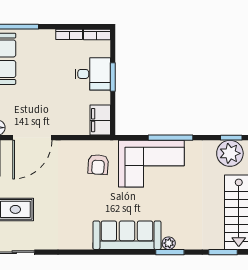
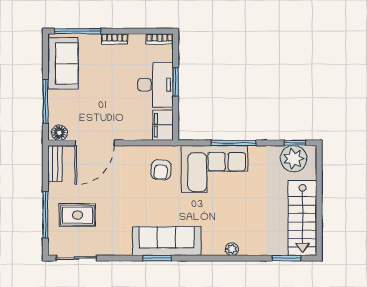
bookcase: (69, 34) -> (115, 39), moved
desk: (93, 74) -> (155, 85), width x1.37
sofa: (127, 235) -> (167, 241), moved
window: (170, 252) -> (157, 258), moved

